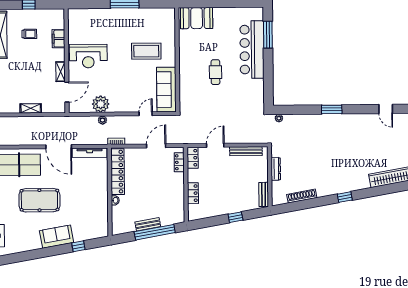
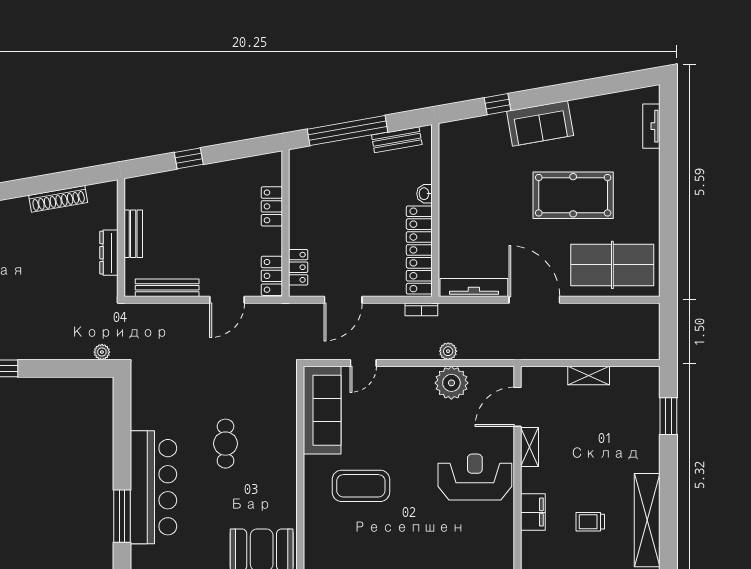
bench: (264, 194) -> (133, 234), moved
bench: (148, 224) -> (397, 140), moved

